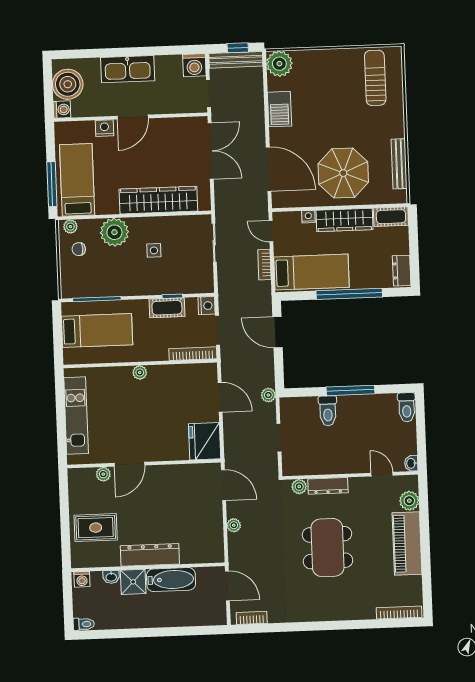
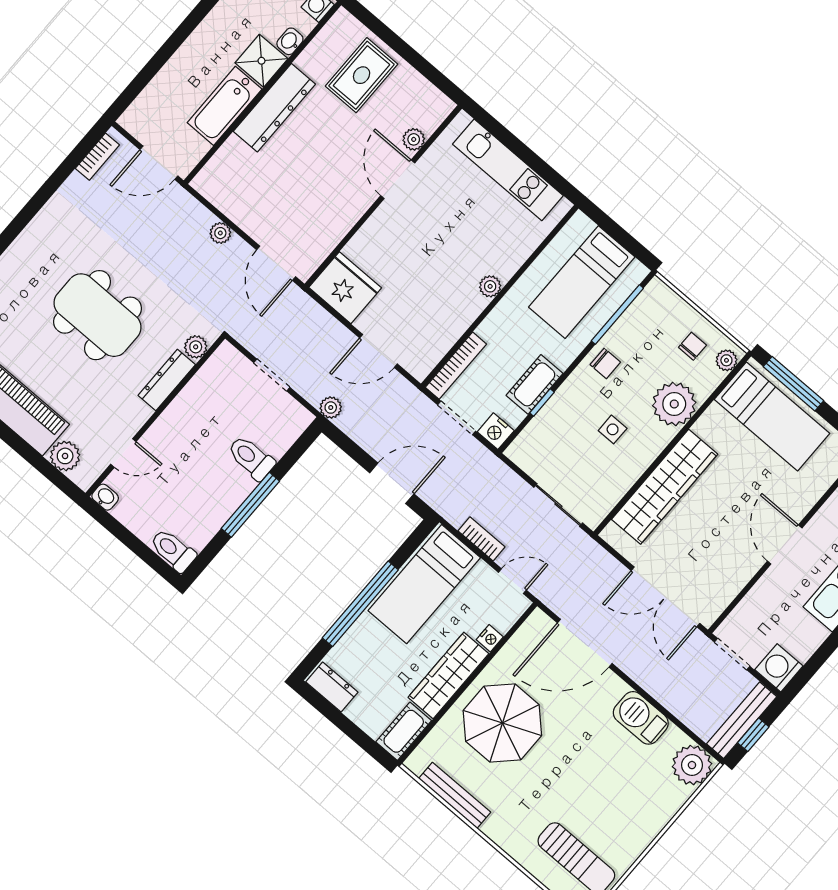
nightstand: (104, 128) -> (802, 501), removed
chair: (126, 283) -> (605, 363), added
door: (224, 485) -> (276, 263), hinge flipped

